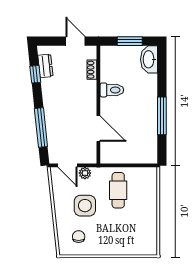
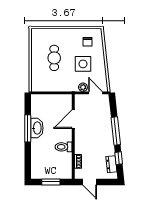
washbasin: (149, 59) -> (37, 128), moved
window: (41, 128) -> (116, 131), moved
door: (98, 129) -> (73, 119), hinge flipped
cafe table: (118, 190) -> (54, 58), moved

